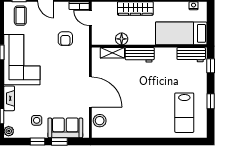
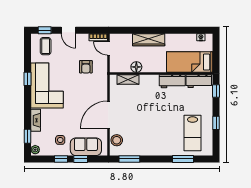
workbench: (140, 55) -> (172, 81), moved
door: (90, 92) -> (108, 115), swing flipped
window: (114, 142) -> (129, 159), added
window: (174, 142) -> (183, 159), added

